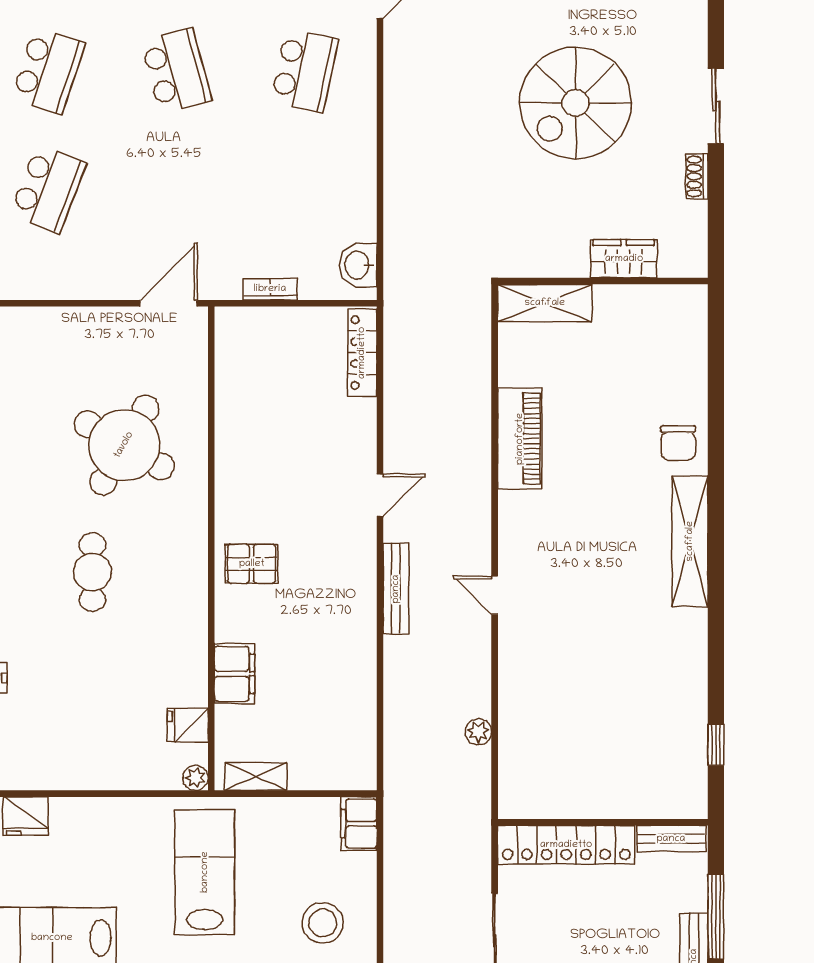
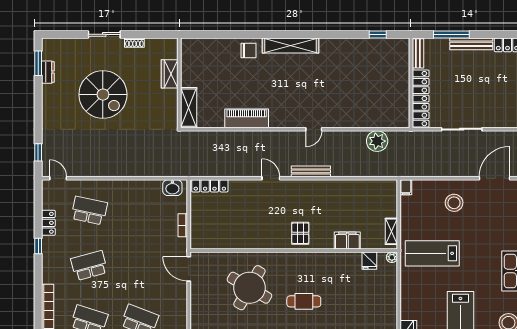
plant: (478, 732) -> (377, 141), width x1.88, depth x1.88
filing cabinet: (359, 824) -> (406, 187), width x0.50

